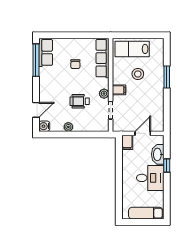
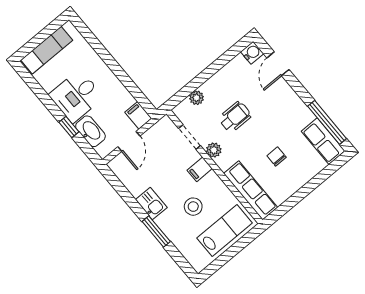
kitchen sink: (157, 93) -> (151, 203), added
plant: (68, 127) -> (197, 98), moved

